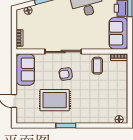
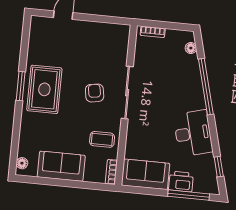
sofa: (25, 70) -> (61, 166), moved, turned 180
rug: (55, 100) -> (44, 89), moved

